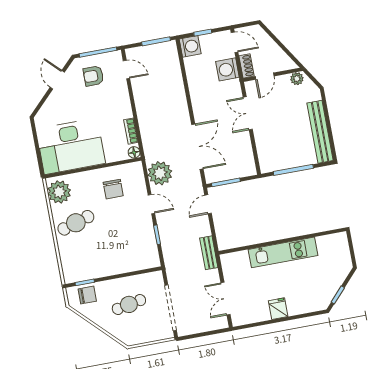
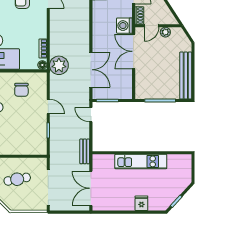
washing machine: (227, 69) -> (124, 26), moved
plant: (297, 79) -> (165, 32), moved
double door: (248, 113) -> (134, 51), width x1.37
plant: (160, 173) -> (59, 65), moved
door: (208, 204) -> (91, 115), hinge flipped
double door: (225, 299) -> (91, 188), width x1.37
fridge: (278, 309) -> (141, 203), moved

